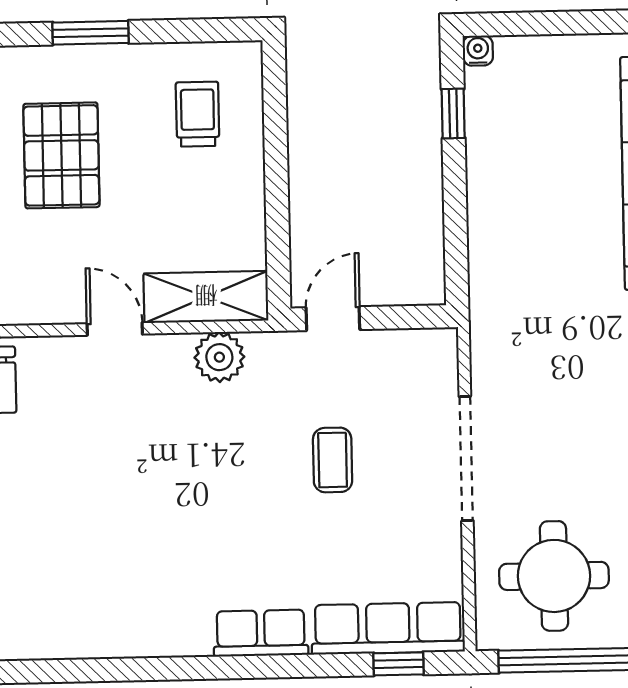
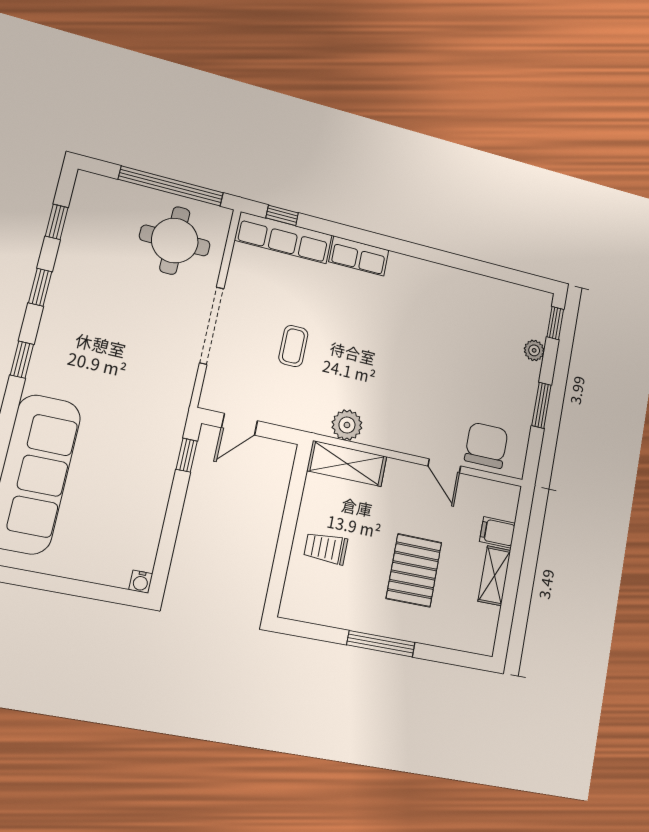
window: (91, 33) -> (381, 644), width x1.44
trolley: (198, 114) -> (326, 548), moved, turned 90
window: (453, 114) -> (187, 455), moved
door: (333, 319) -> (239, 424), moved
door: (115, 329) -> (444, 466), moved

